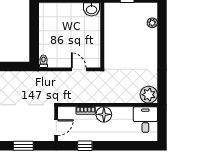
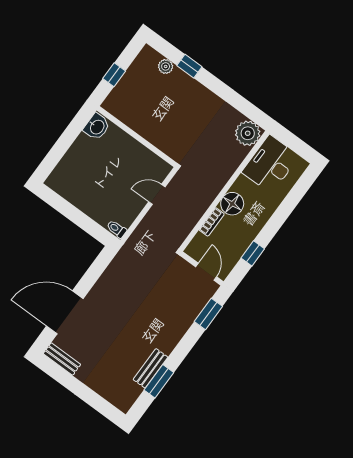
window: (162, 36) -> (189, 66), added
desk: (145, 120) -> (270, 164), width x1.37
window: (23, 146) -> (208, 314), moved

